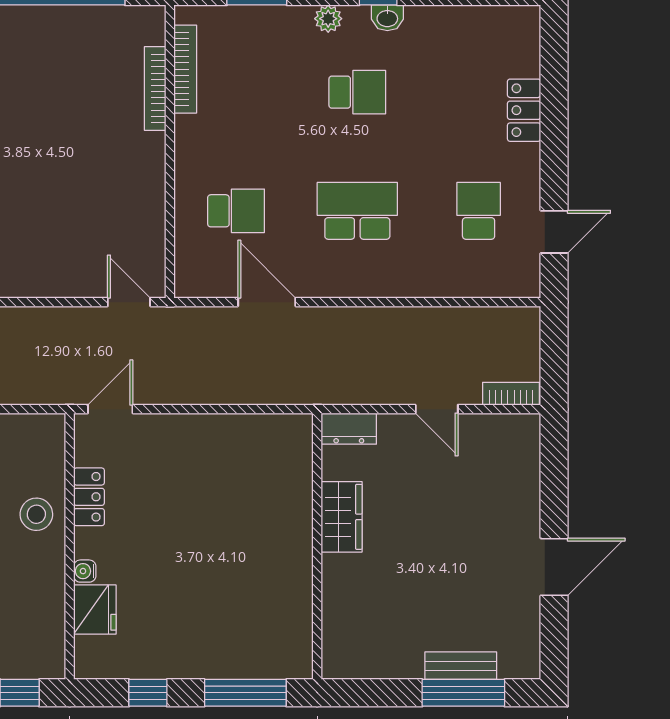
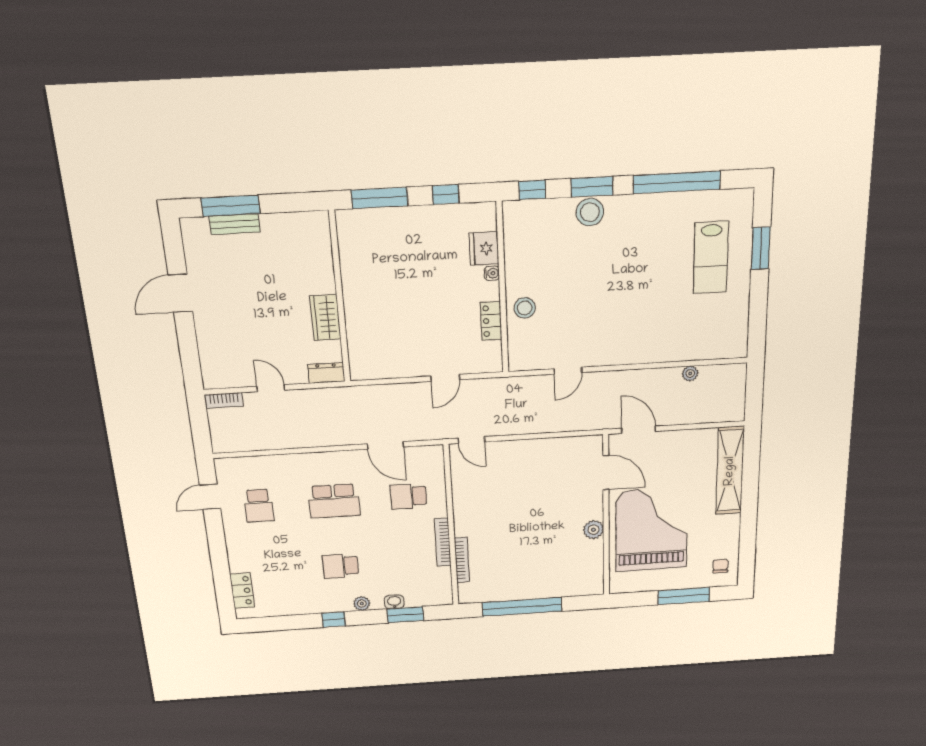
washbasin: (387, 18) -> (394, 602), moved
bookcase: (185, 69) -> (443, 542), moved
locker: (524, 110) -> (242, 591), moved
door: (110, 409) -> (445, 378), moved

